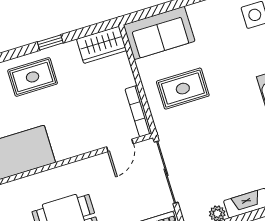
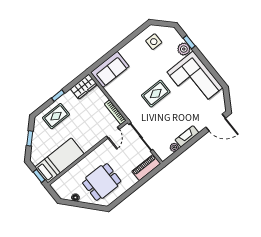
rug: (183, 89) -> (156, 94), moved

